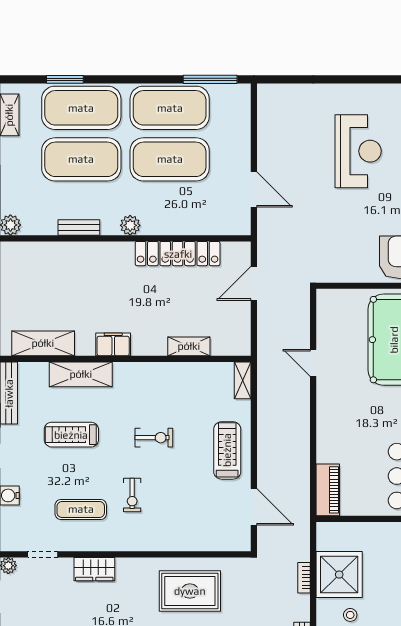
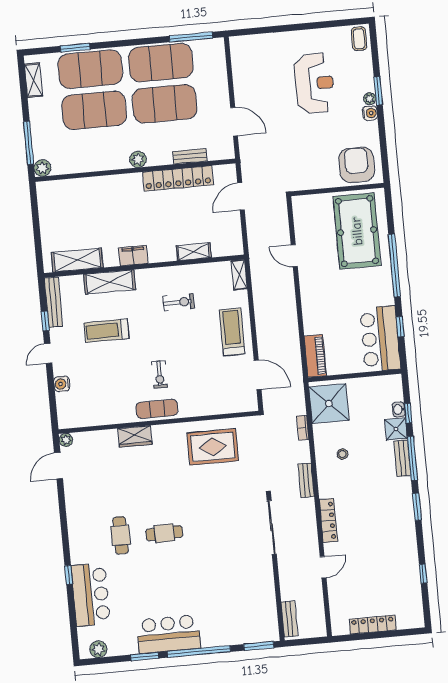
bench: (79, 227) -> (190, 156), moved
exercise bike: (154, 438) -> (179, 302), moved
exercise mat: (81, 509) -> (157, 409), moved
doorway: (43, 554) -> (93, 428), removed
shower: (339, 575) -> (329, 404), moved

